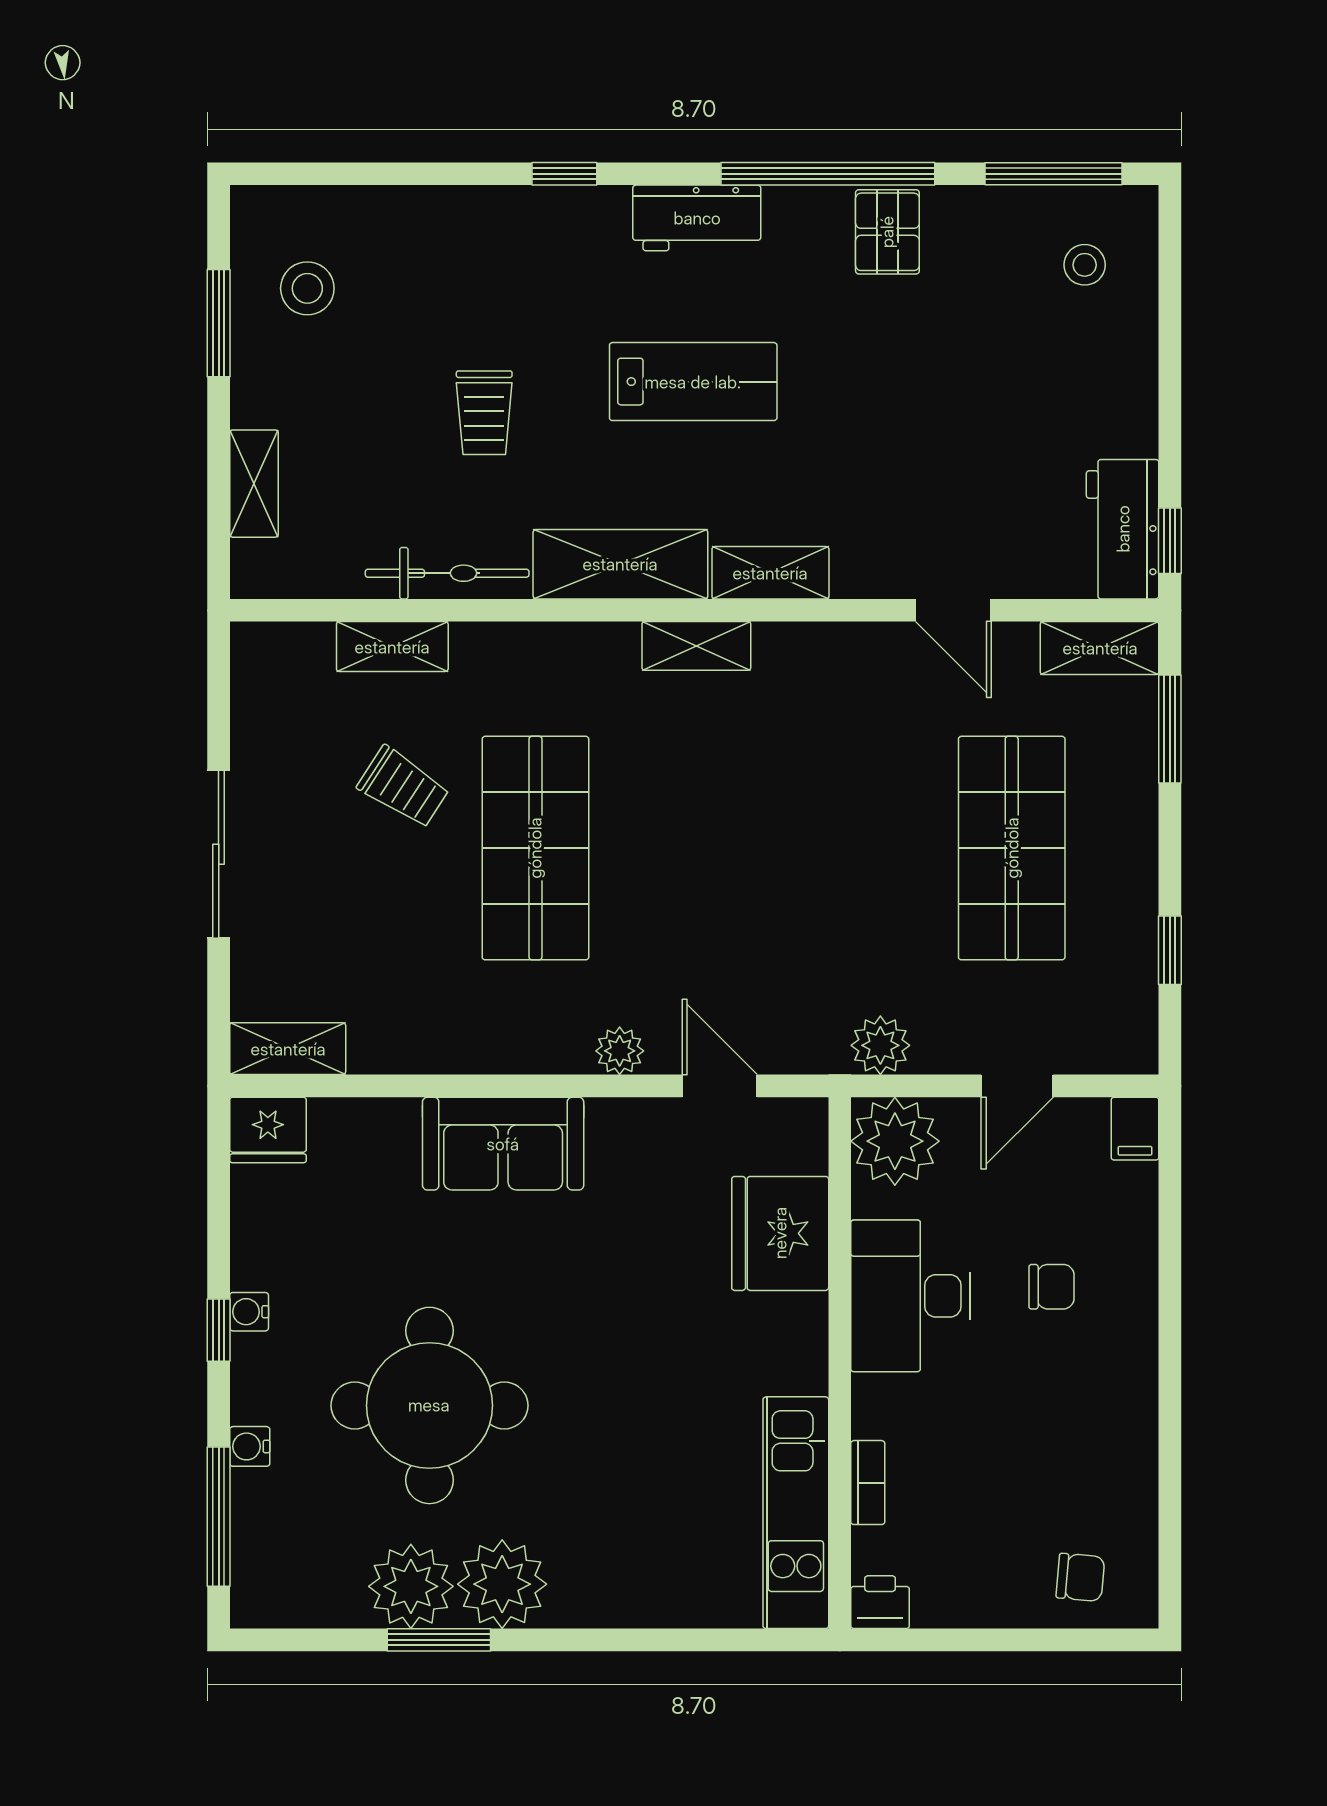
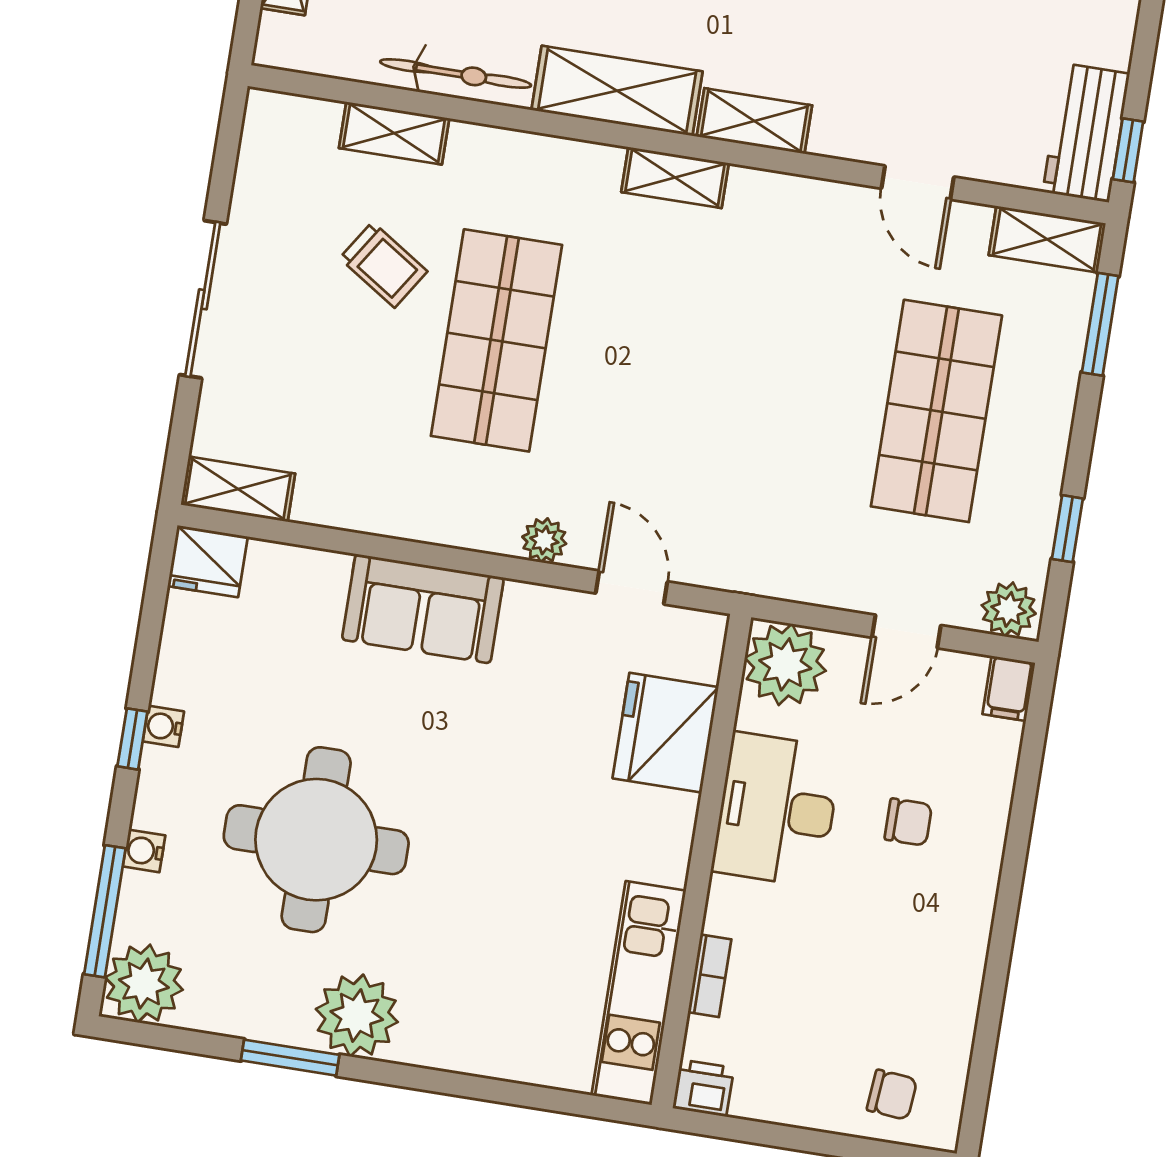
plant: (880, 1045) -> (1009, 609), moved
plant: (411, 1586) -> (144, 984), moved

